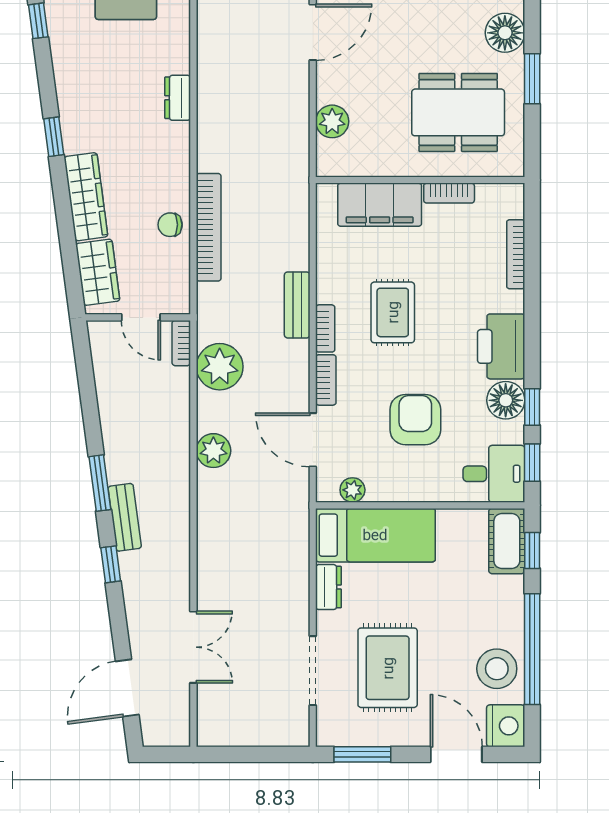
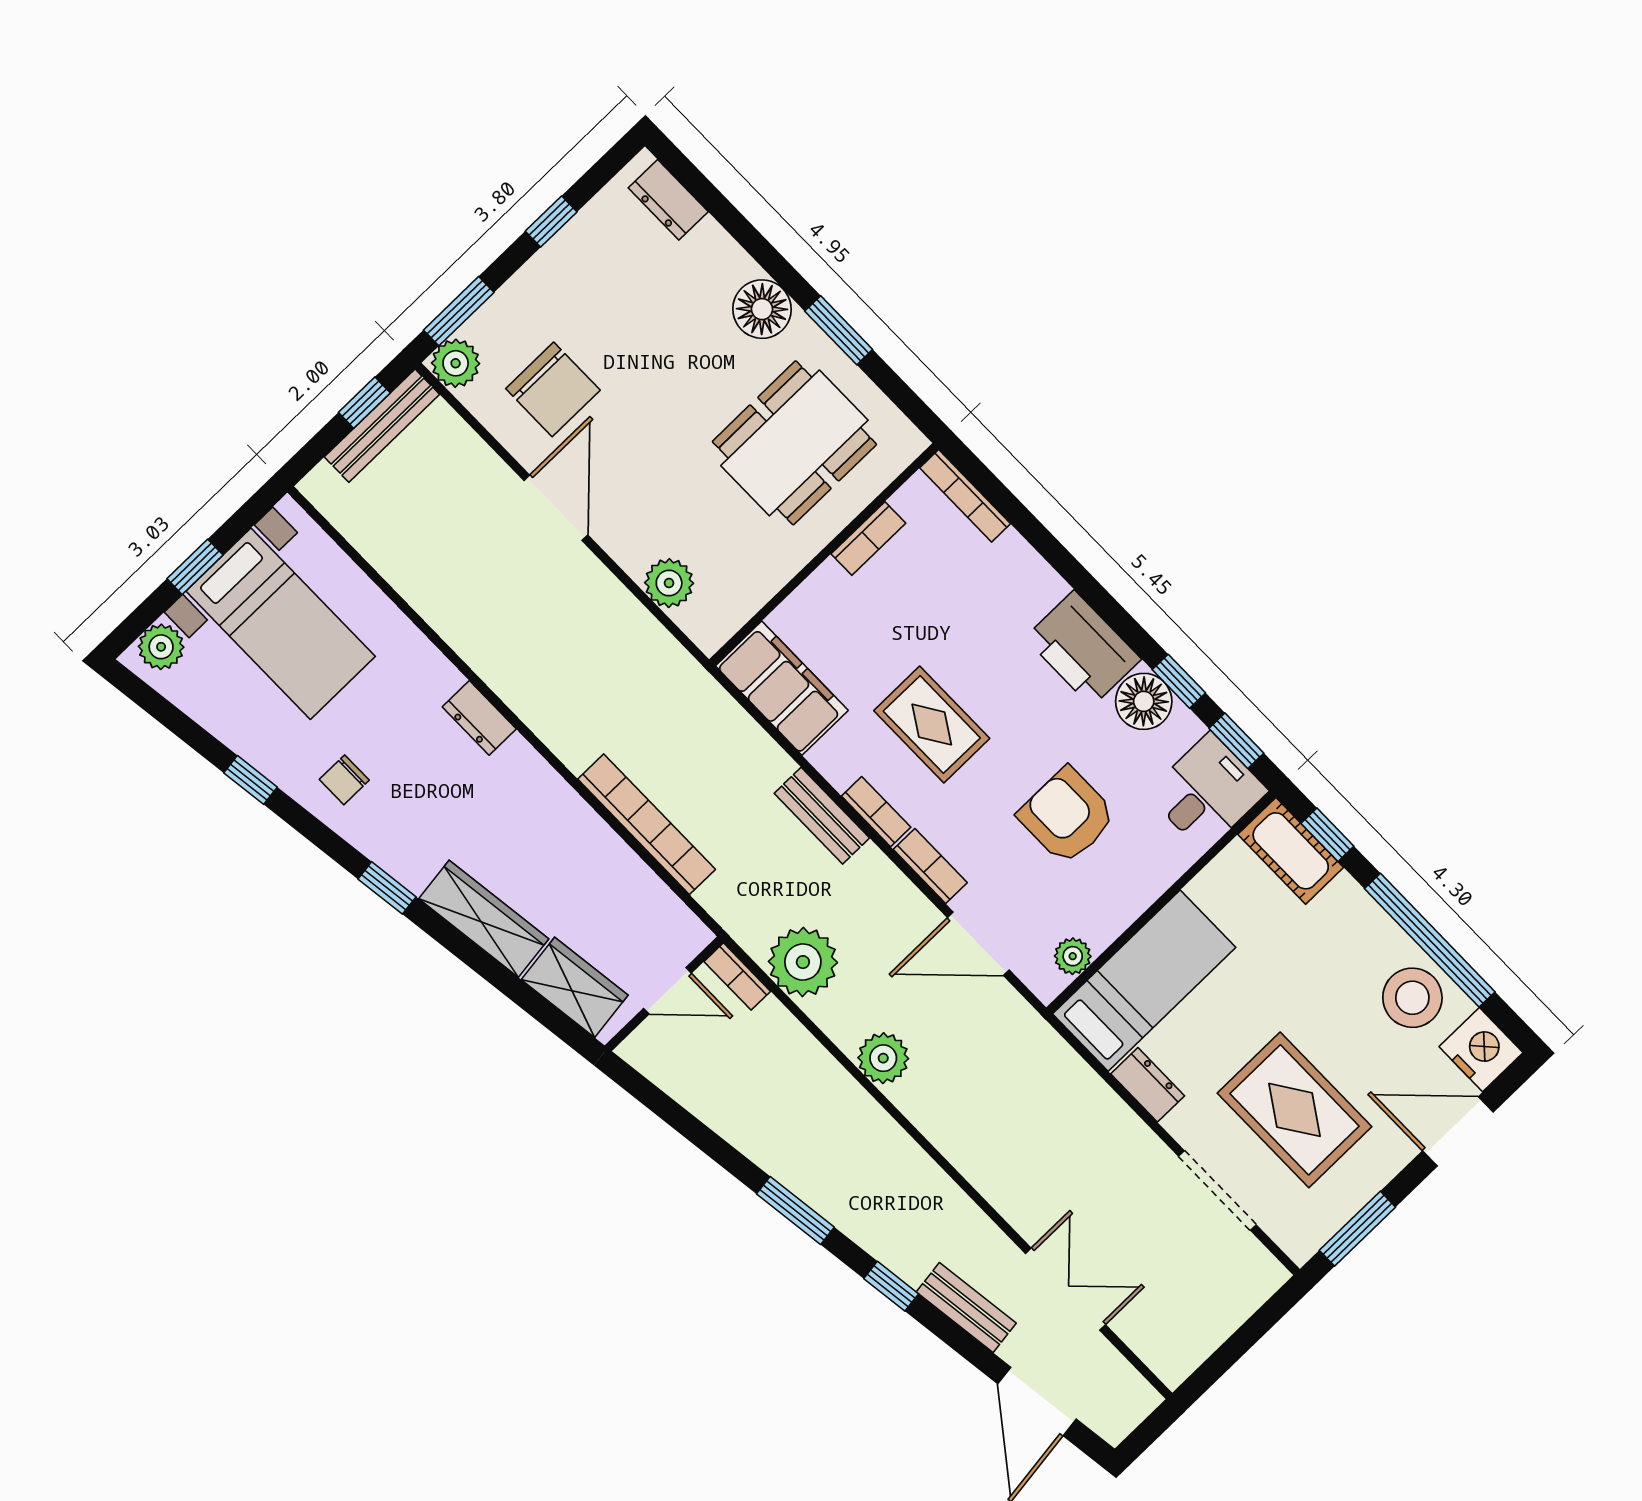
filing cabinet: (380, 205) -> (782, 688), moved, turned -90
chair: (170, 225) -> (344, 780), moved
bookcase: (516, 254) -> (965, 496), moved
bench: (125, 517) -> (966, 1308), moved

